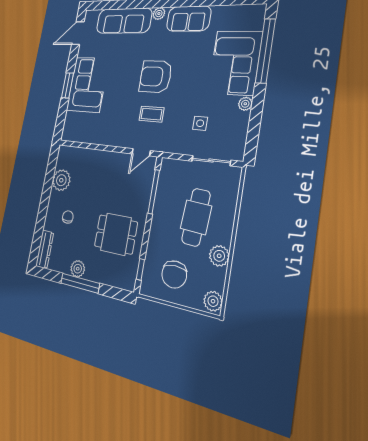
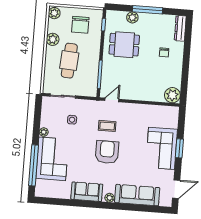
armchair: (156, 77) -> (107, 152), turned -90
plant: (61, 180) -> (172, 95), moved
plant: (78, 269) -> (132, 17), moved
chair: (174, 274) -> (80, 25), turned 180

